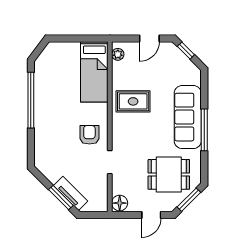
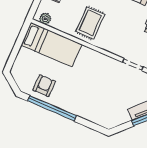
armchair: (89, 135) -> (44, 86), moved, turned 90

